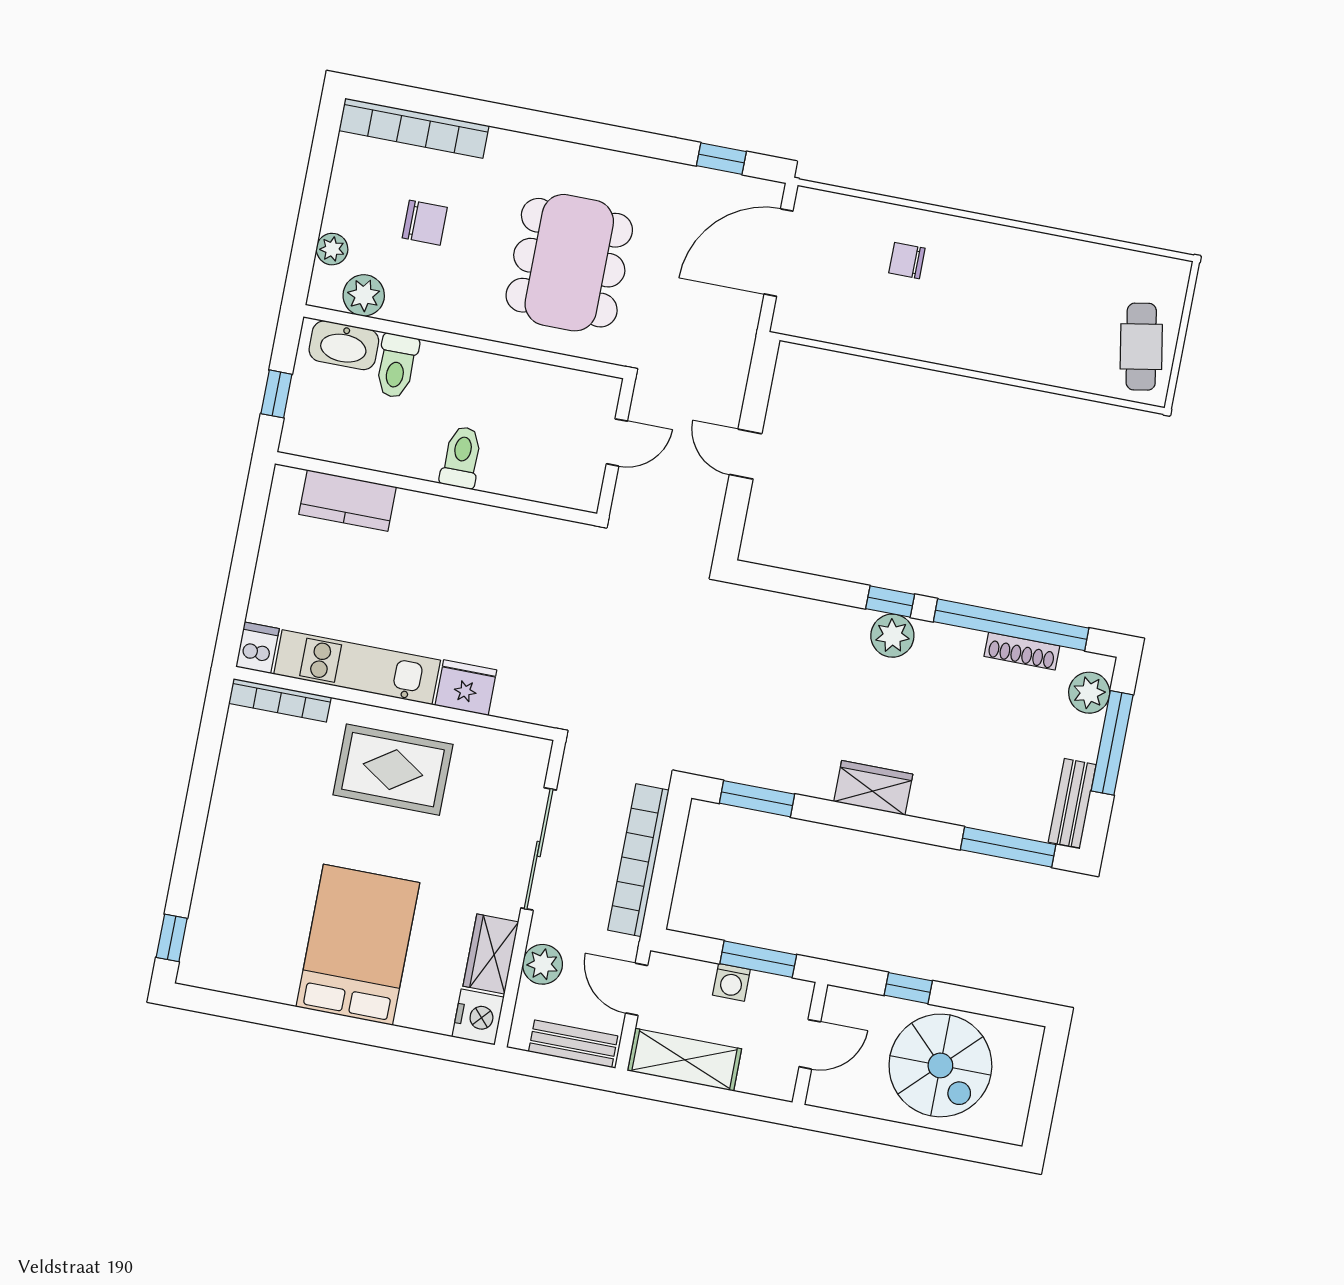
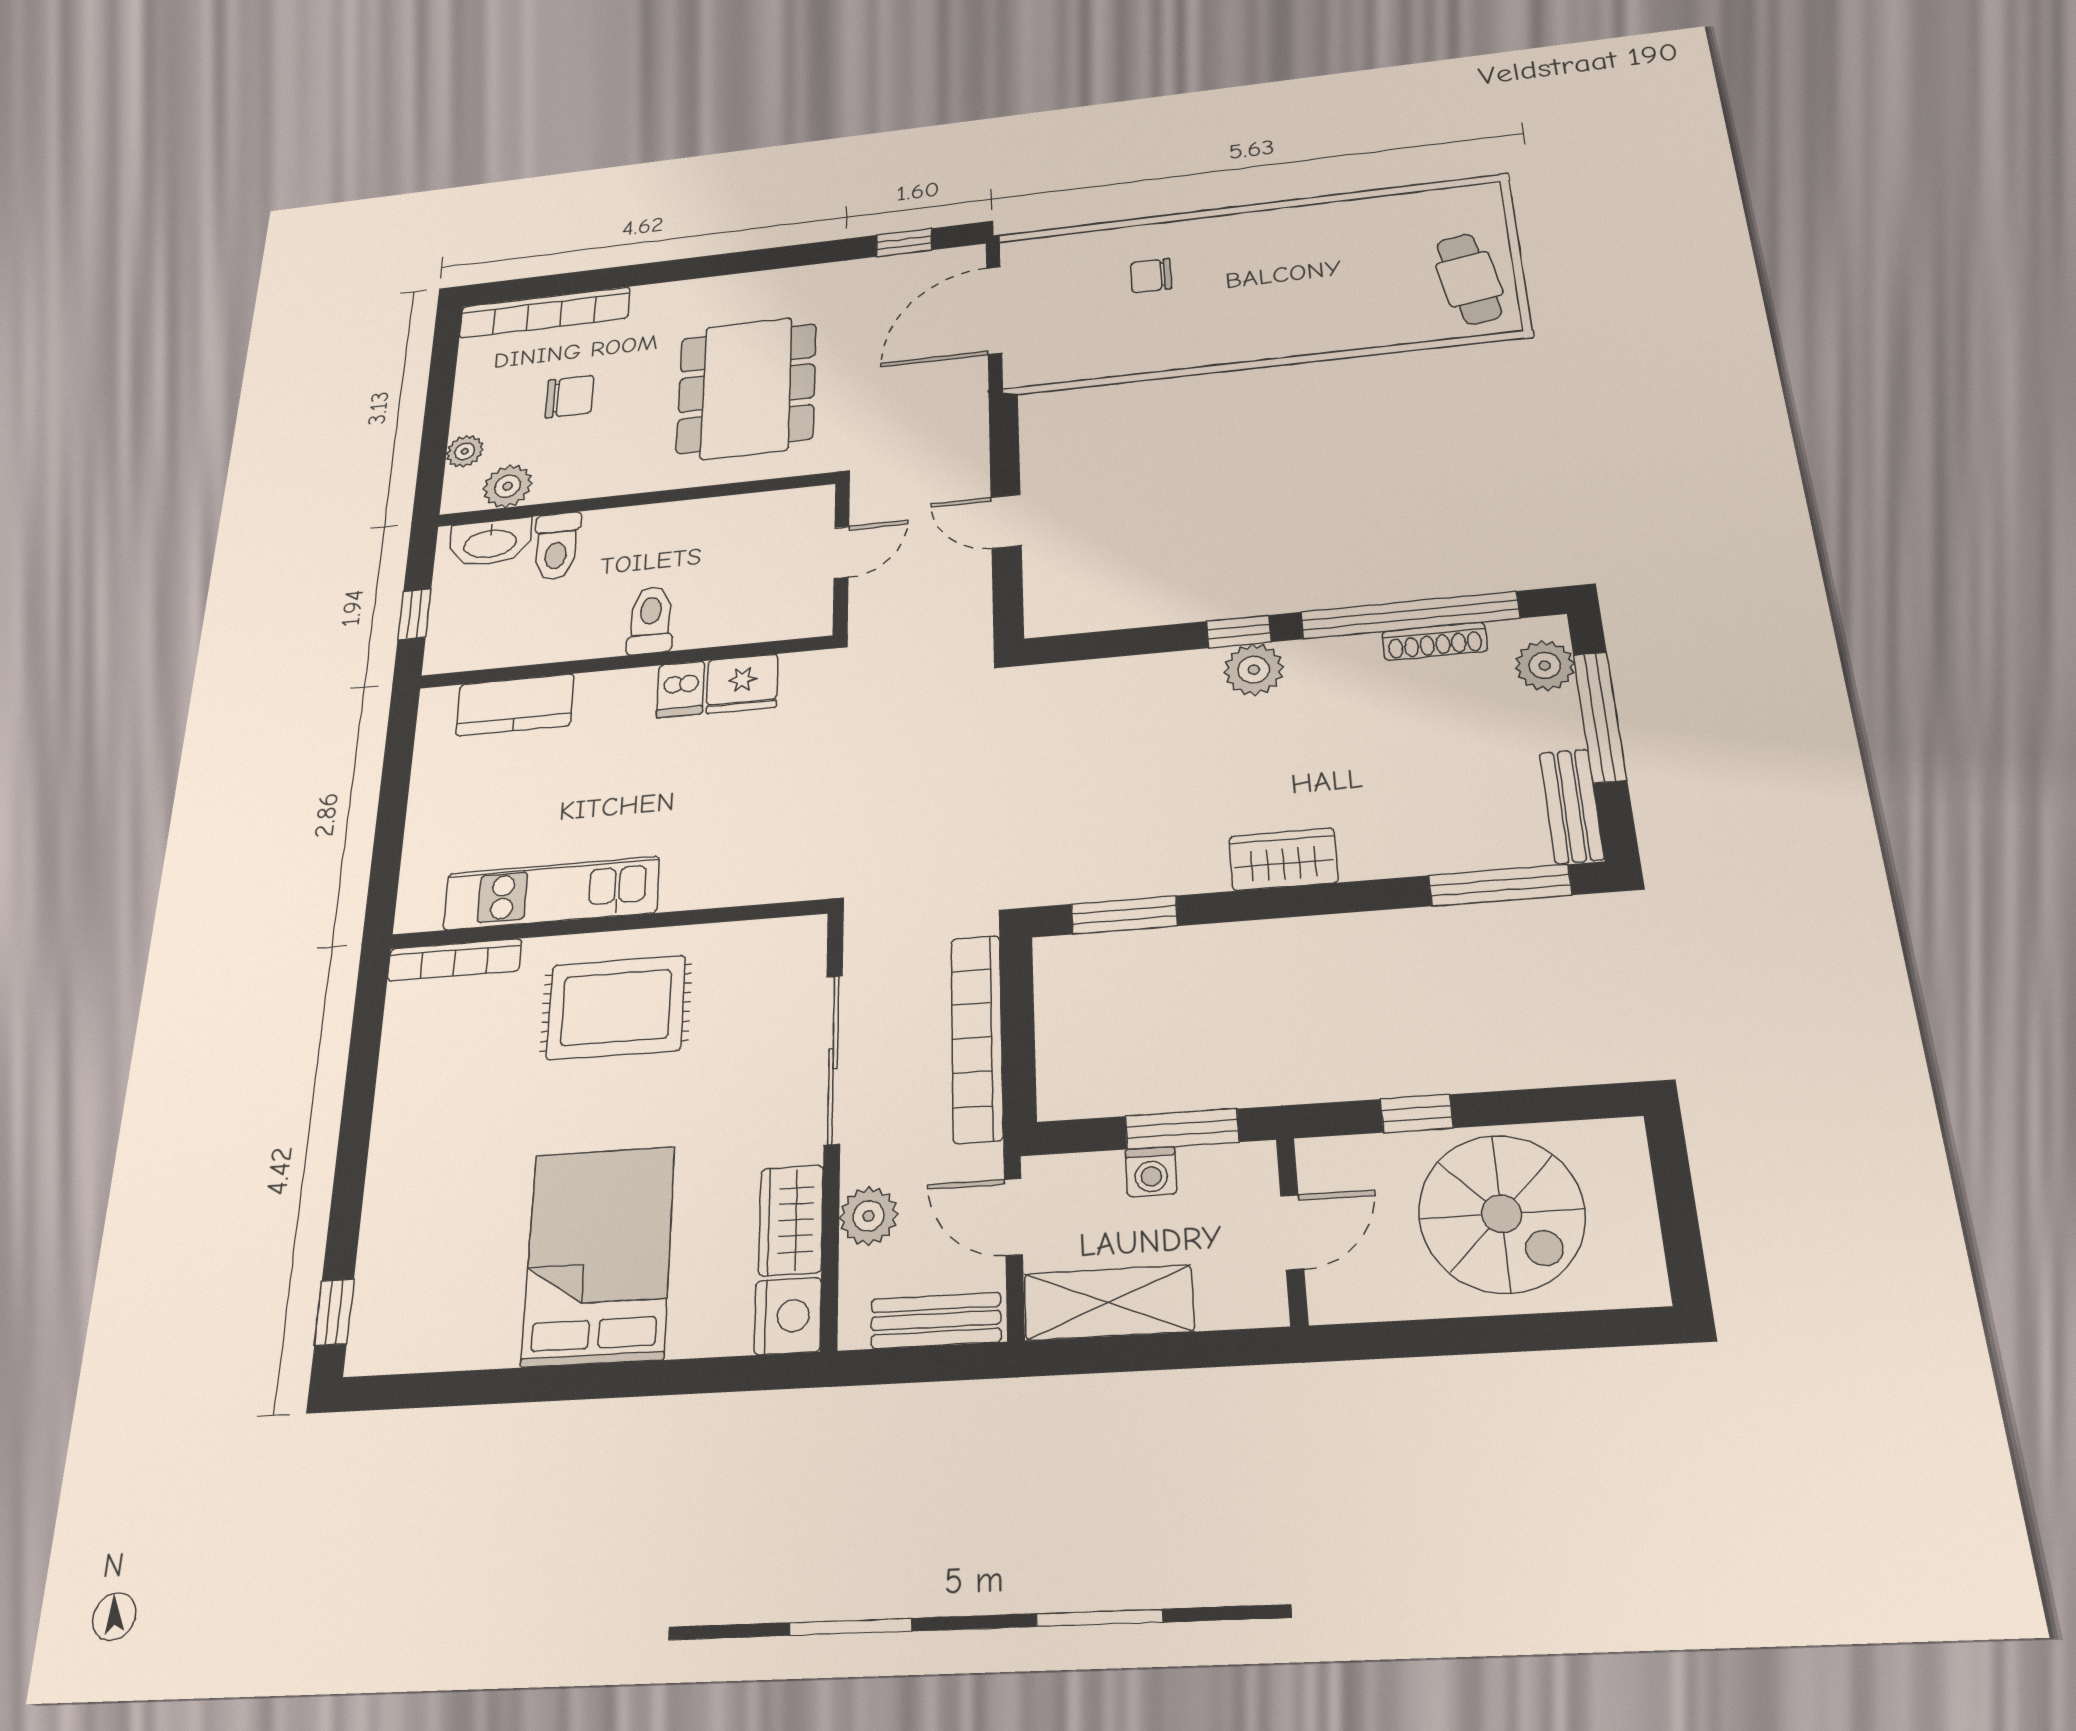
dishwasher: (257, 648) -> (680, 689), moved, turned 180
fridge: (466, 688) -> (742, 684), moved, turned 180

